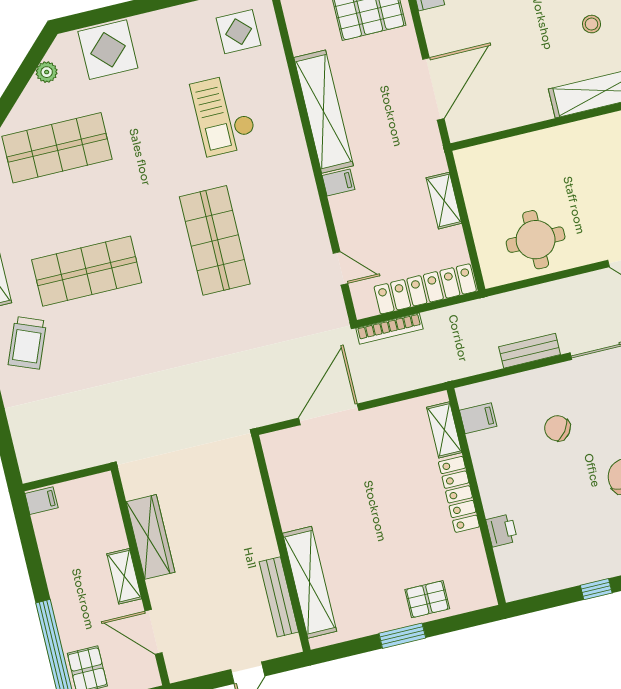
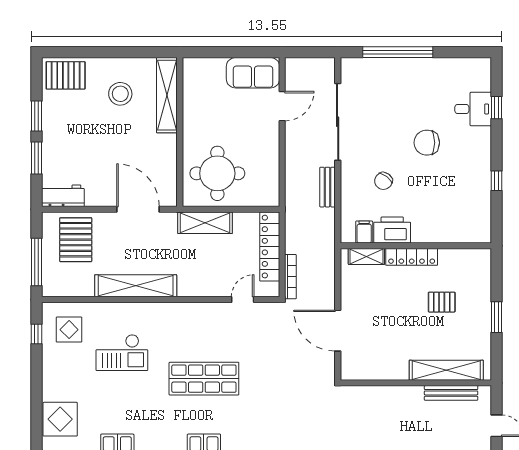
stool: (592, 24) -> (120, 94), width x1.89, depth x1.89
filing cabinet: (338, 182) -> (185, 287), removed
shelving: (444, 201) -> (205, 223), width x1.50, depth x1.33
round table: (536, 240) -> (217, 173), moved, width x1.36, depth x1.36
printer: (502, 530) -> (392, 230), moved, width x1.87, depth x1.48
pallet: (427, 599) -> (442, 302), moved, turned 90

